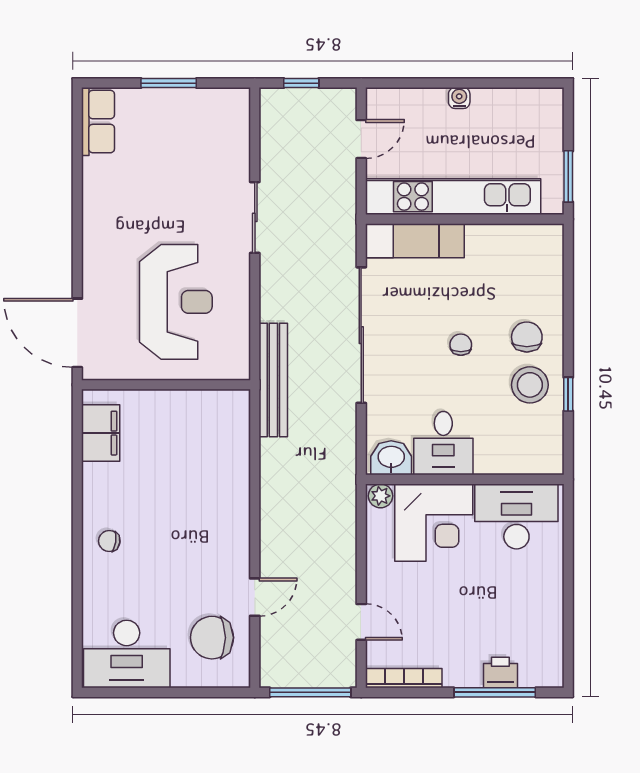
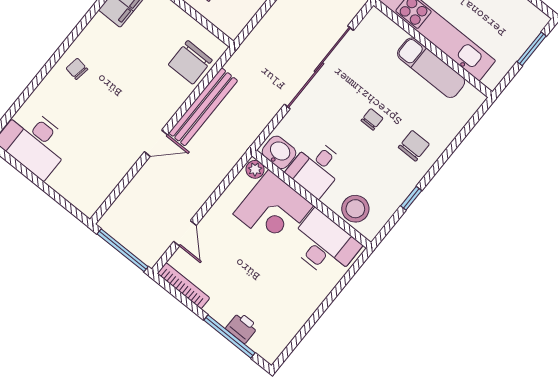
window: (568, 176) -> (532, 49), moved
exam couch: (415, 241) -> (431, 68), moved
bench: (273, 380) -> (203, 107), moved
stool: (530, 385) -> (355, 209), moved
door: (255, 597) -> (156, 143), moved
chair: (212, 638) -> (190, 62), moved, turned -90

